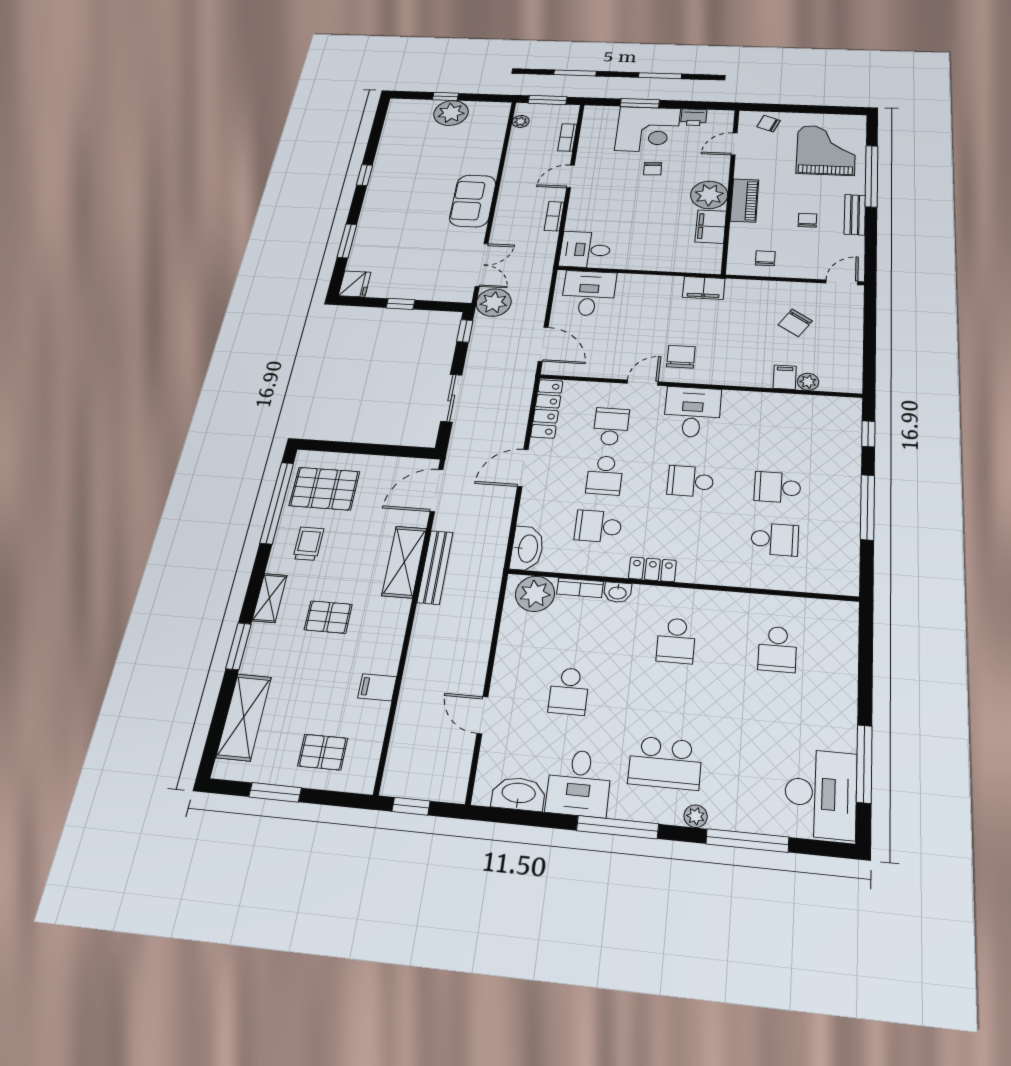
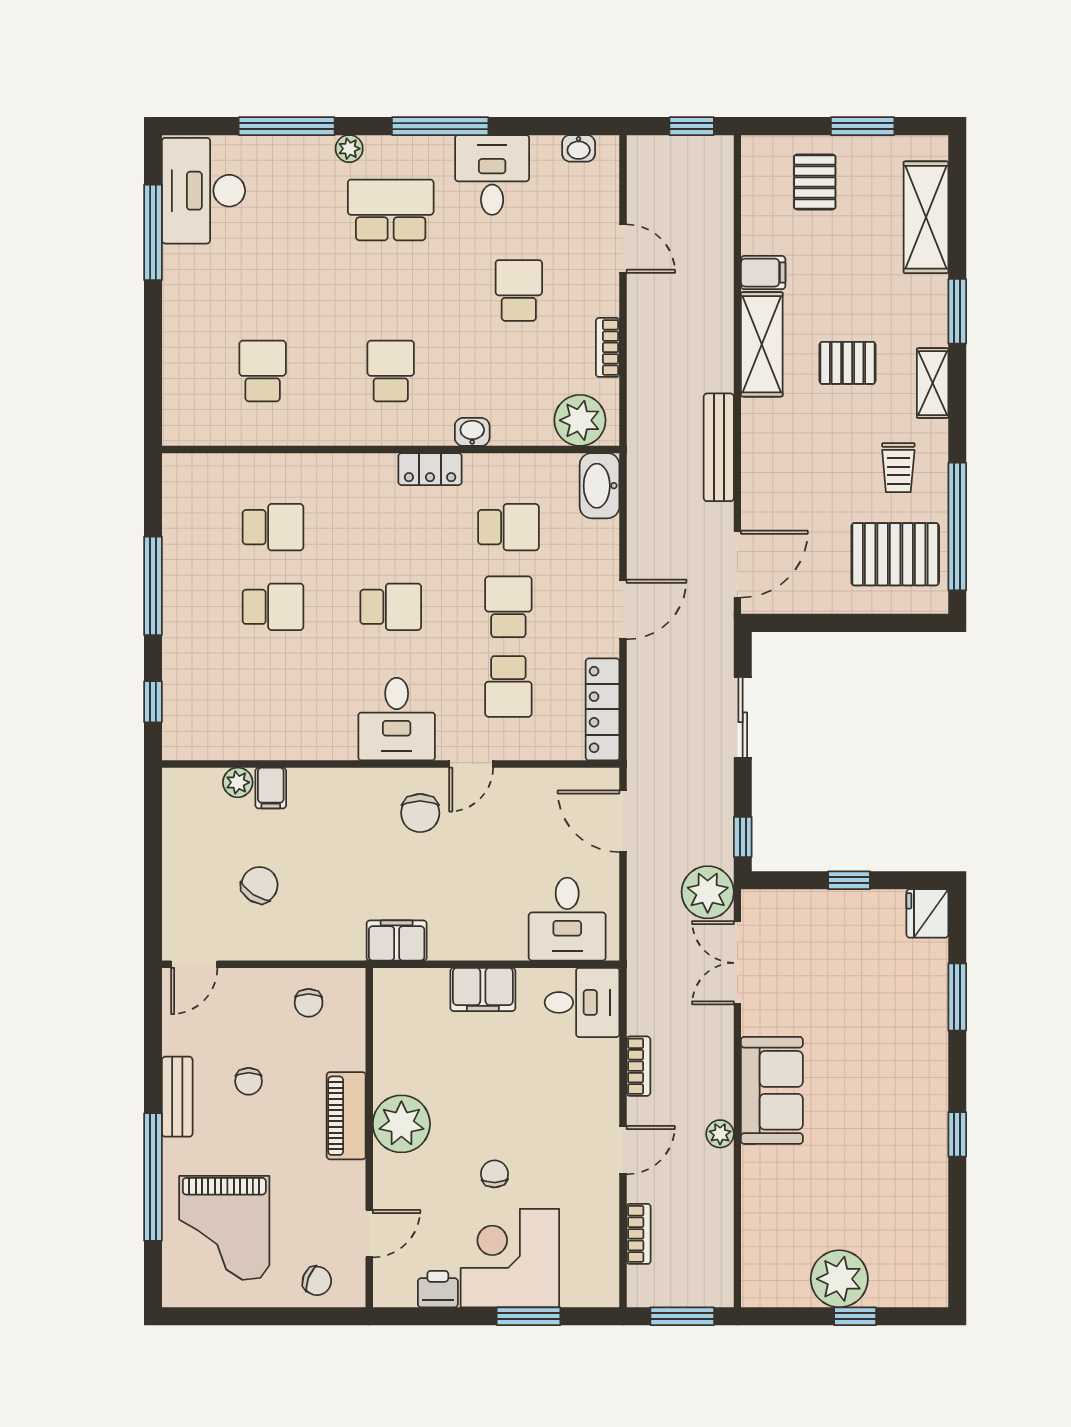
plant: (521, 121) -> (720, 1134), moved
filing cabinet: (711, 227) -> (483, 989), moved, turned 90
school desk: (775, 539) -> (273, 527), turned 180
shelving: (404, 562) -> (762, 344), moved
bookcase: (580, 588) -> (608, 347), moved, turned -90
pallet: (323, 752) -> (815, 182), turned 90
washbasin: (518, 794) -> (579, 148), width x0.52, depth x0.69

